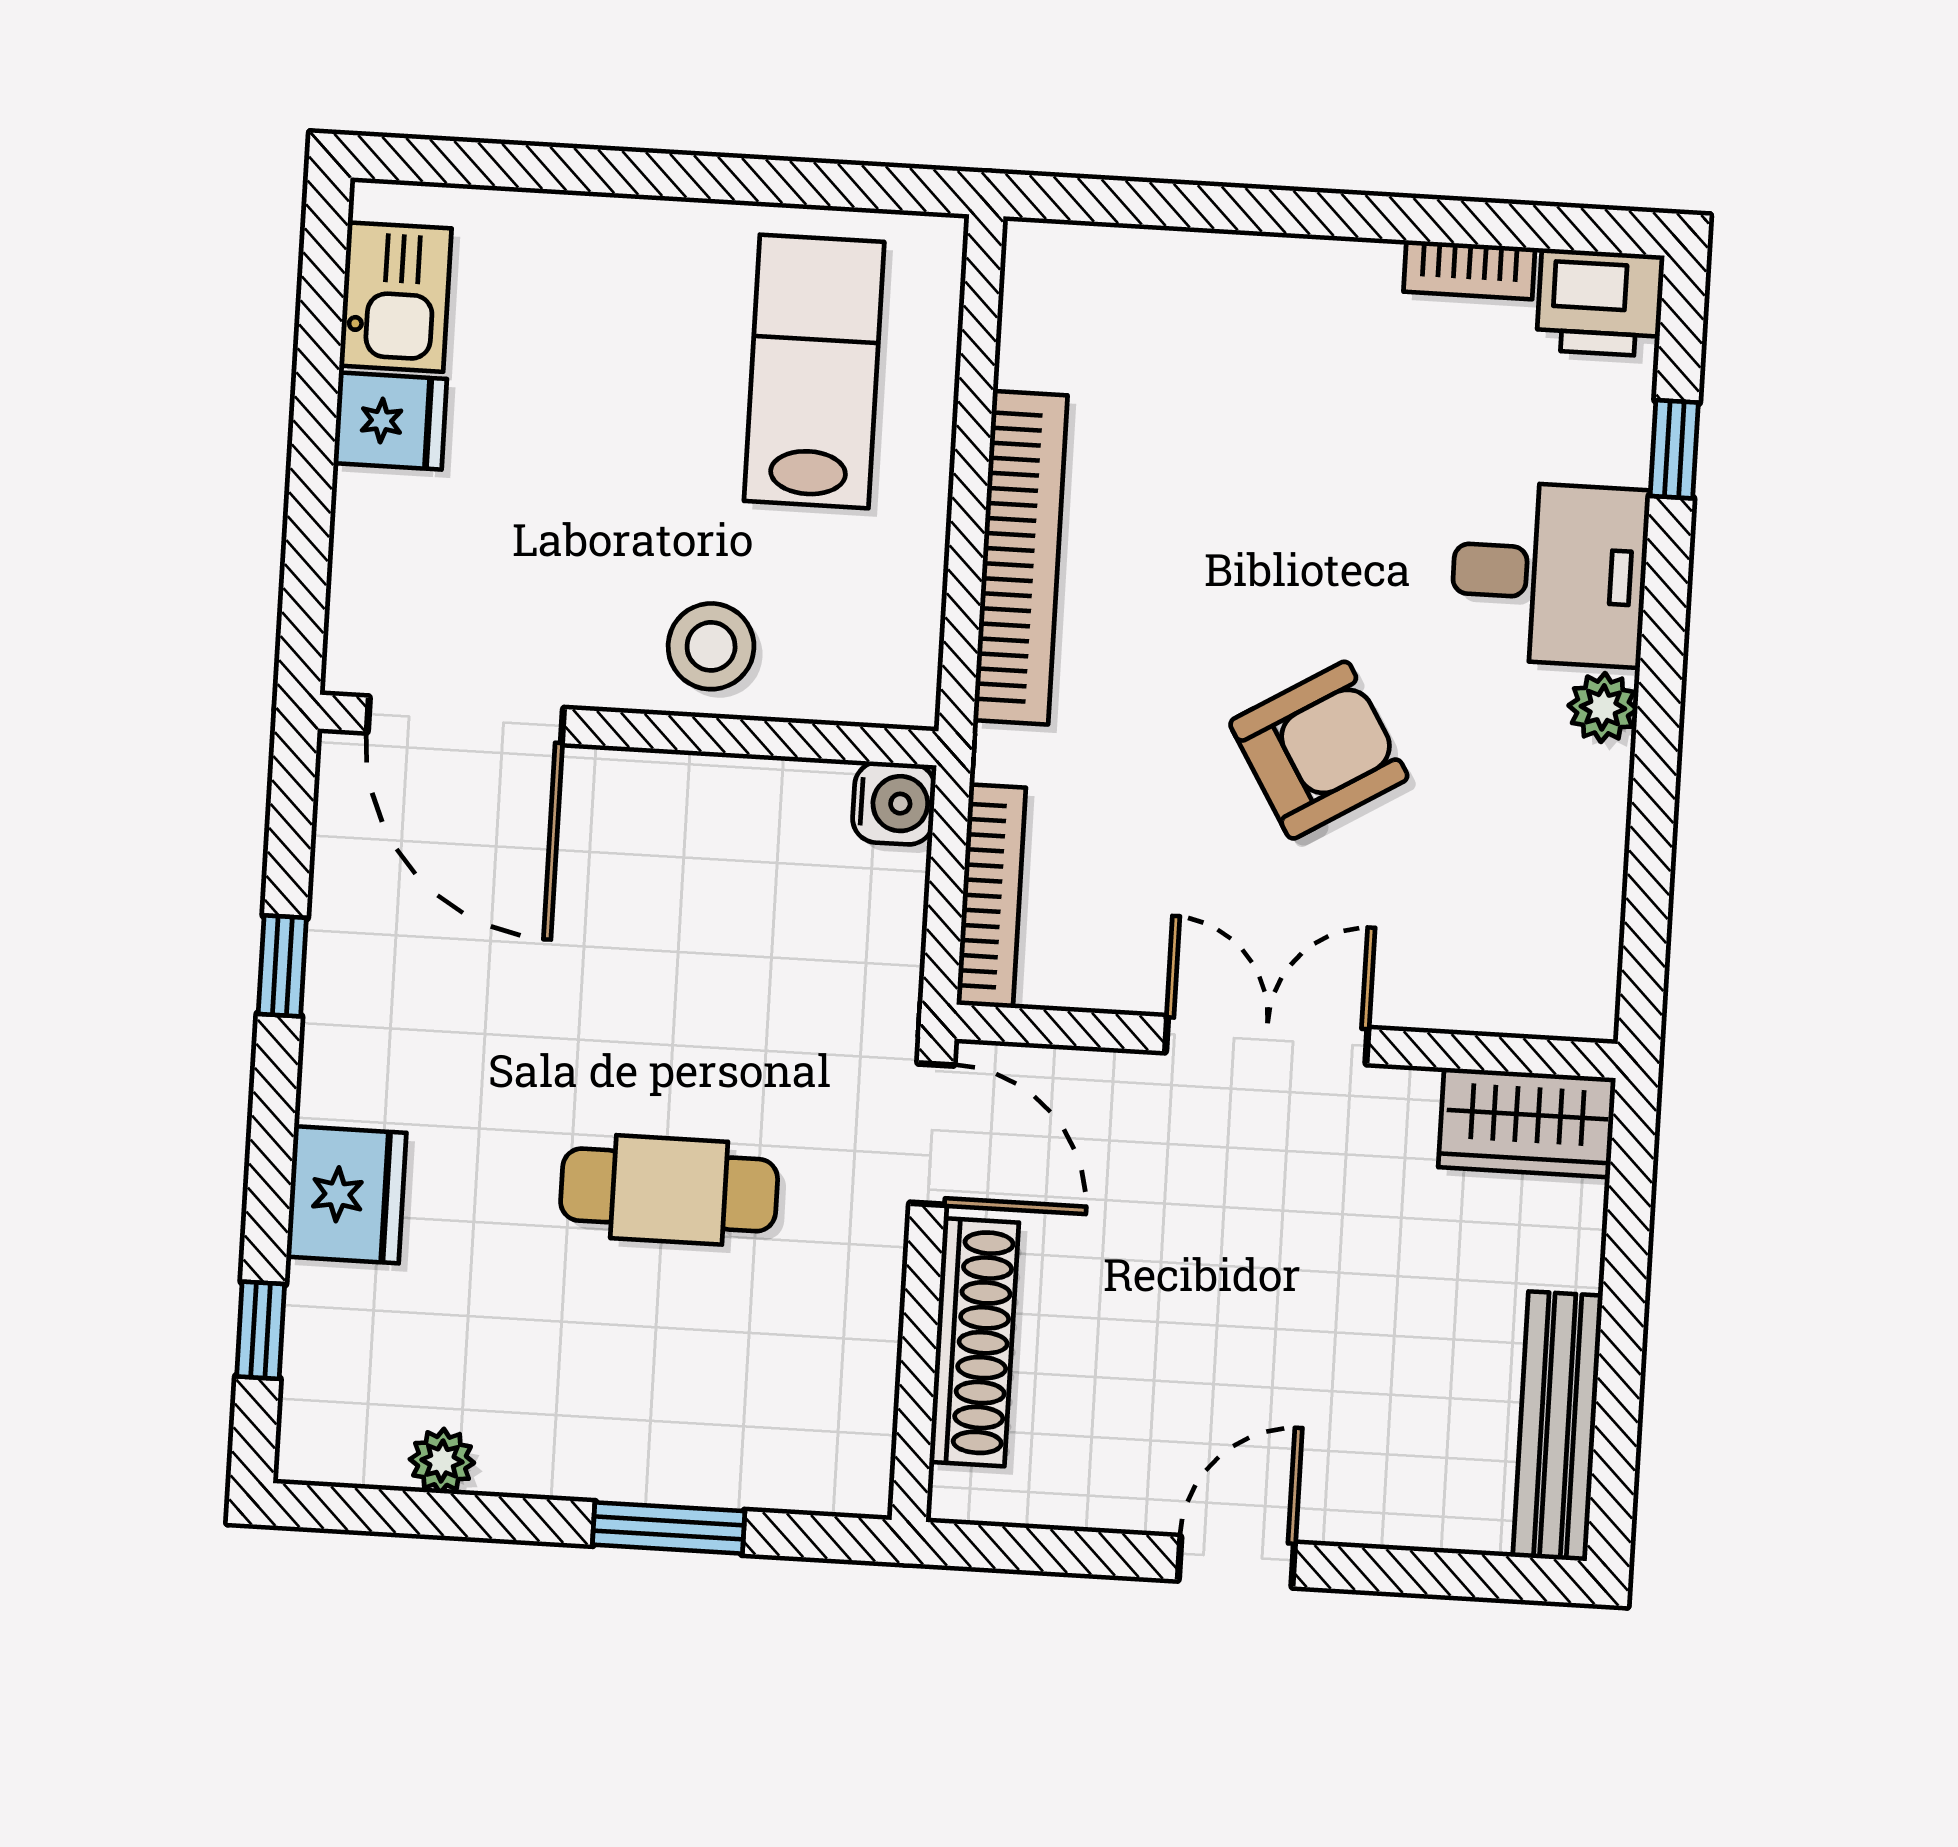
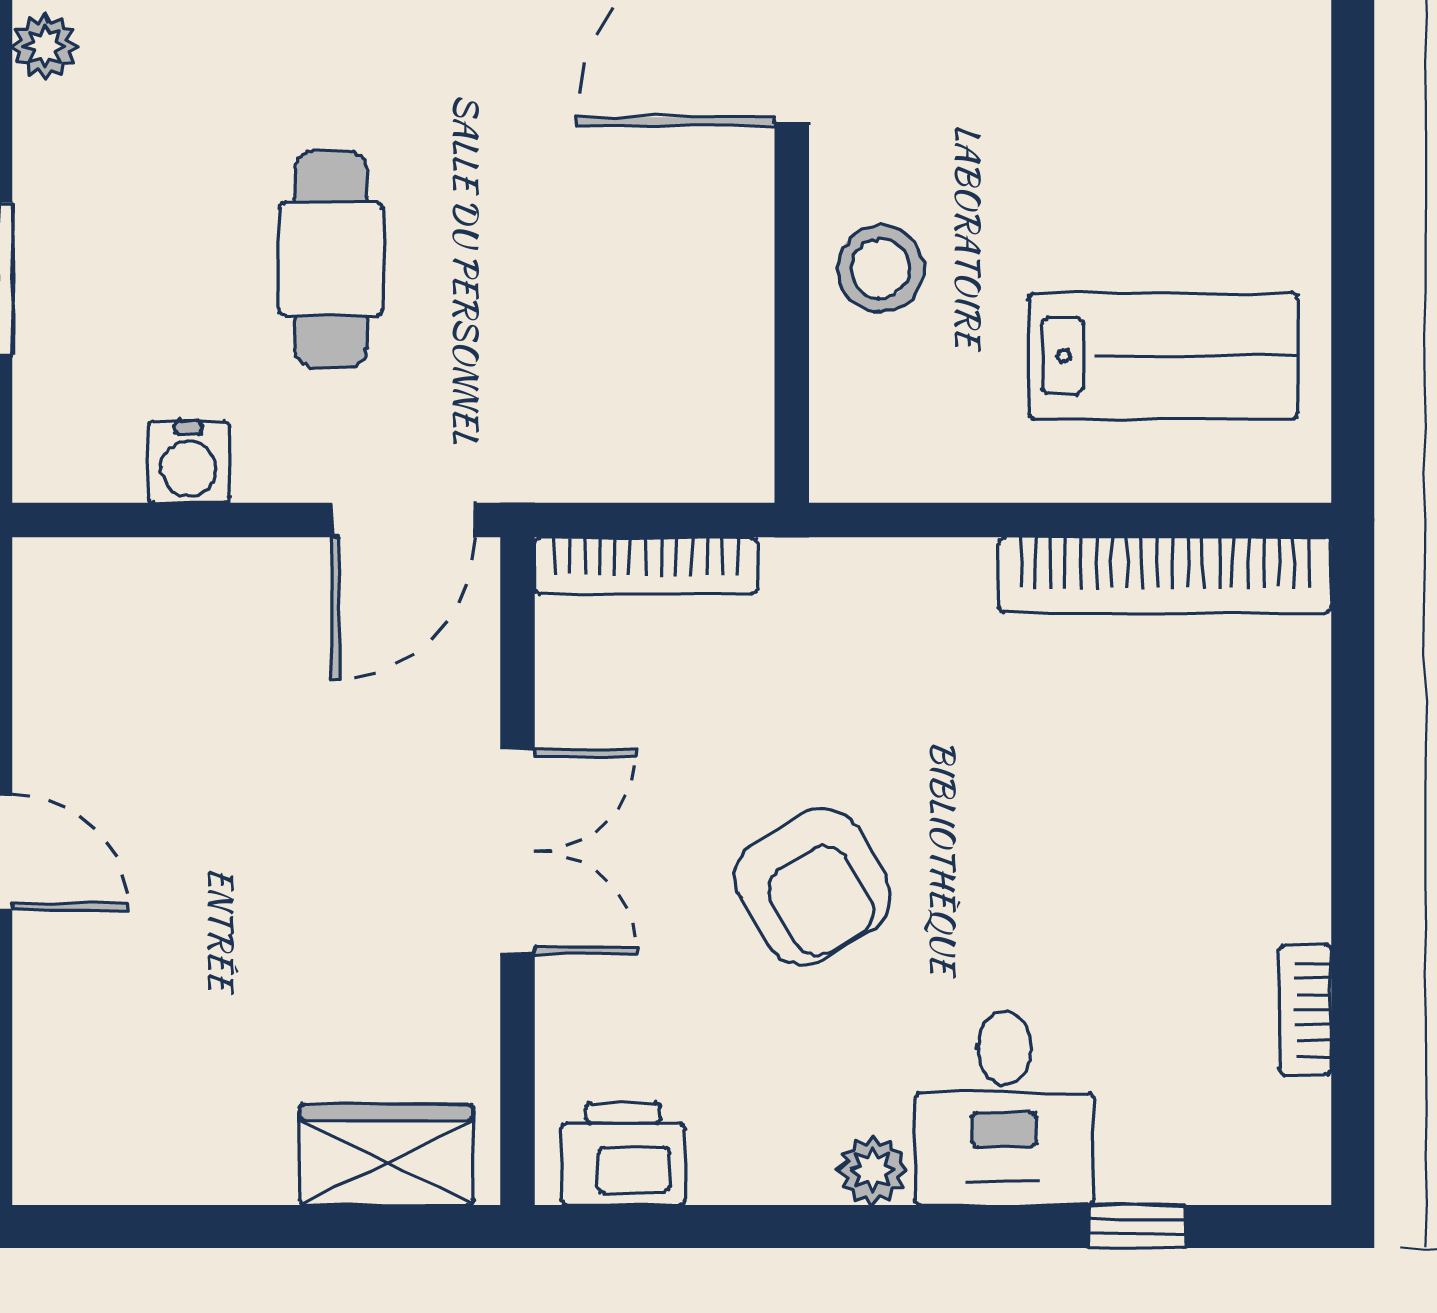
printer: (1600, 303) -> (623, 1154), moved, turned 90
bookcase: (1020, 558) -> (1165, 575), moved
water cooler: (894, 803) -> (189, 462), moved
wardrobe: (1527, 1123) -> (387, 1155), moved, turned 90
shoe rack: (974, 1342) -> (196, 575), removed
bench: (1558, 1426) -> (146, 1168), removed

